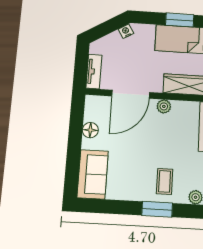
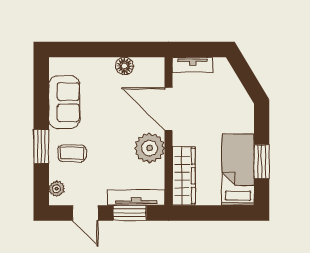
nightstand: (126, 31) -> (243, 99), removed
plant: (164, 106) -> (150, 148), width x1.87, depth x1.87
sofa: (93, 174) -> (64, 102), moved, turned -90

